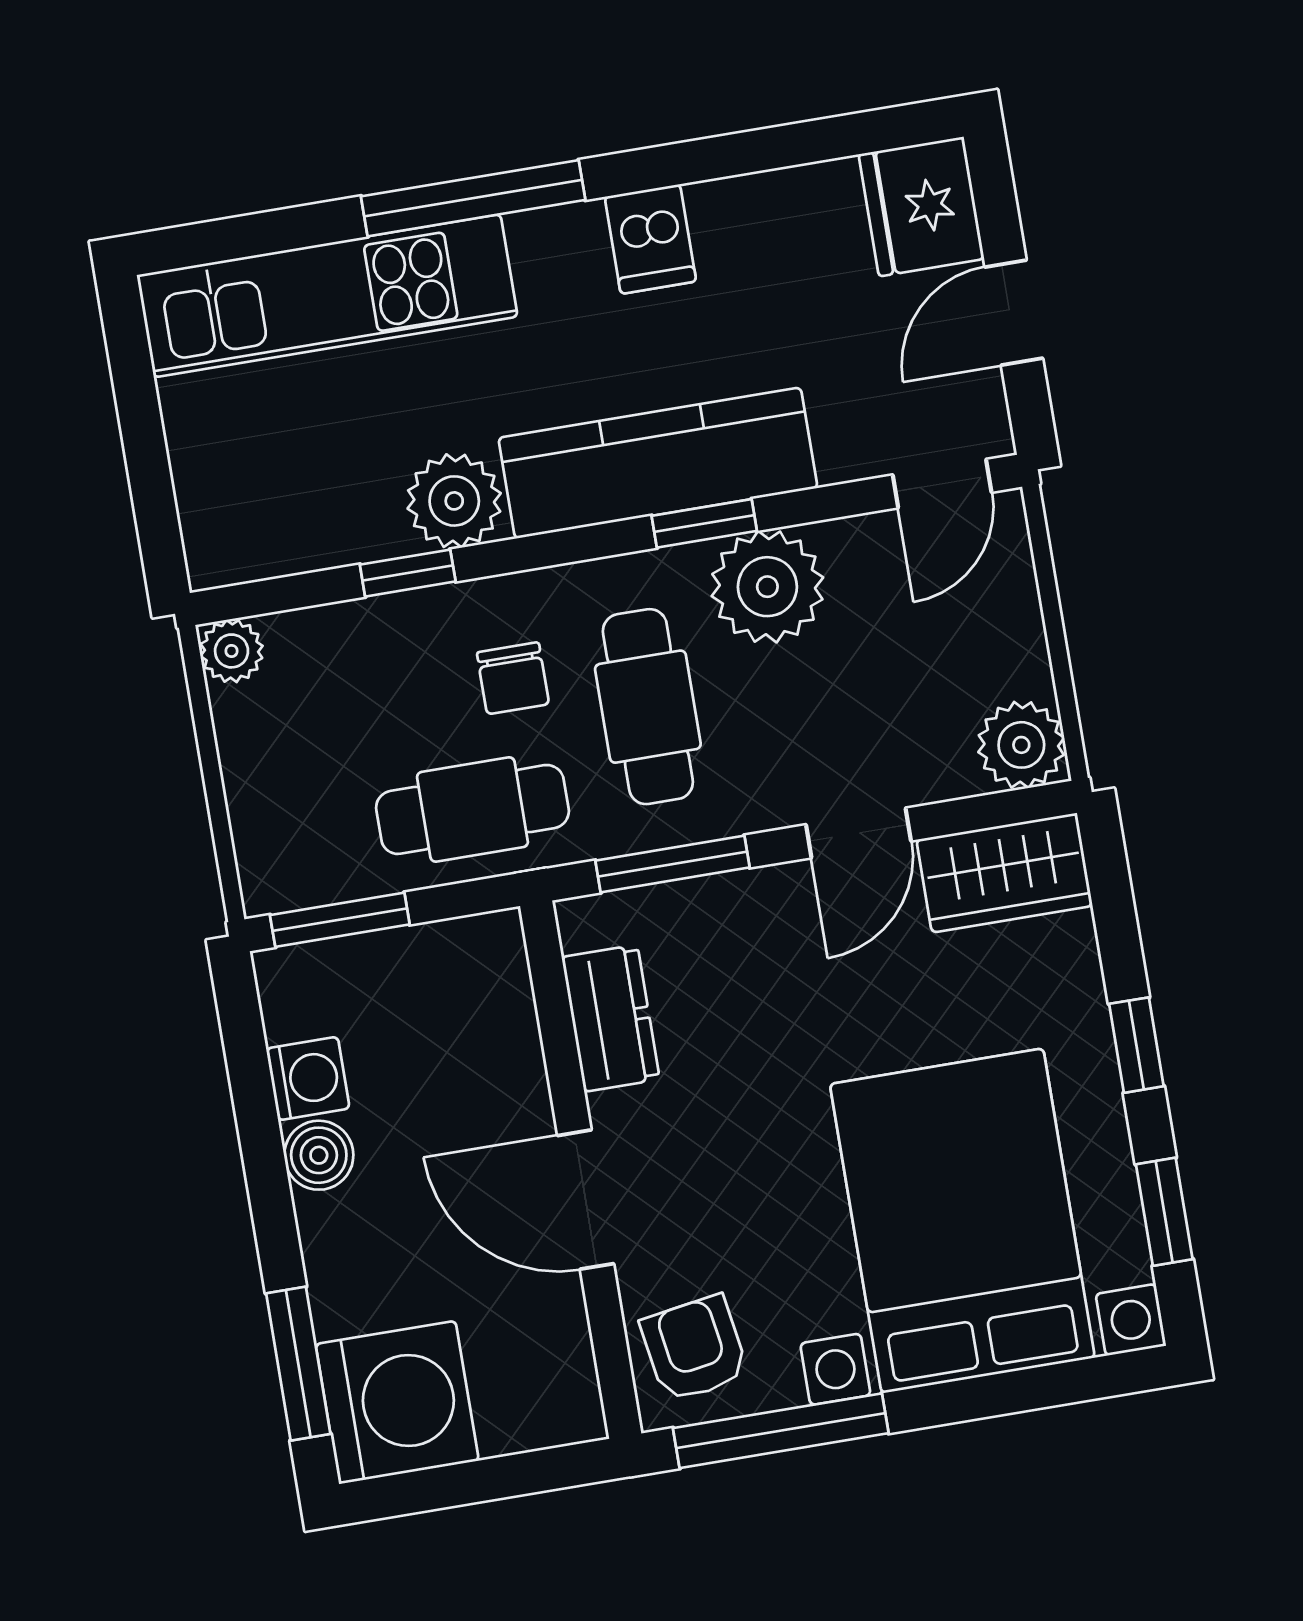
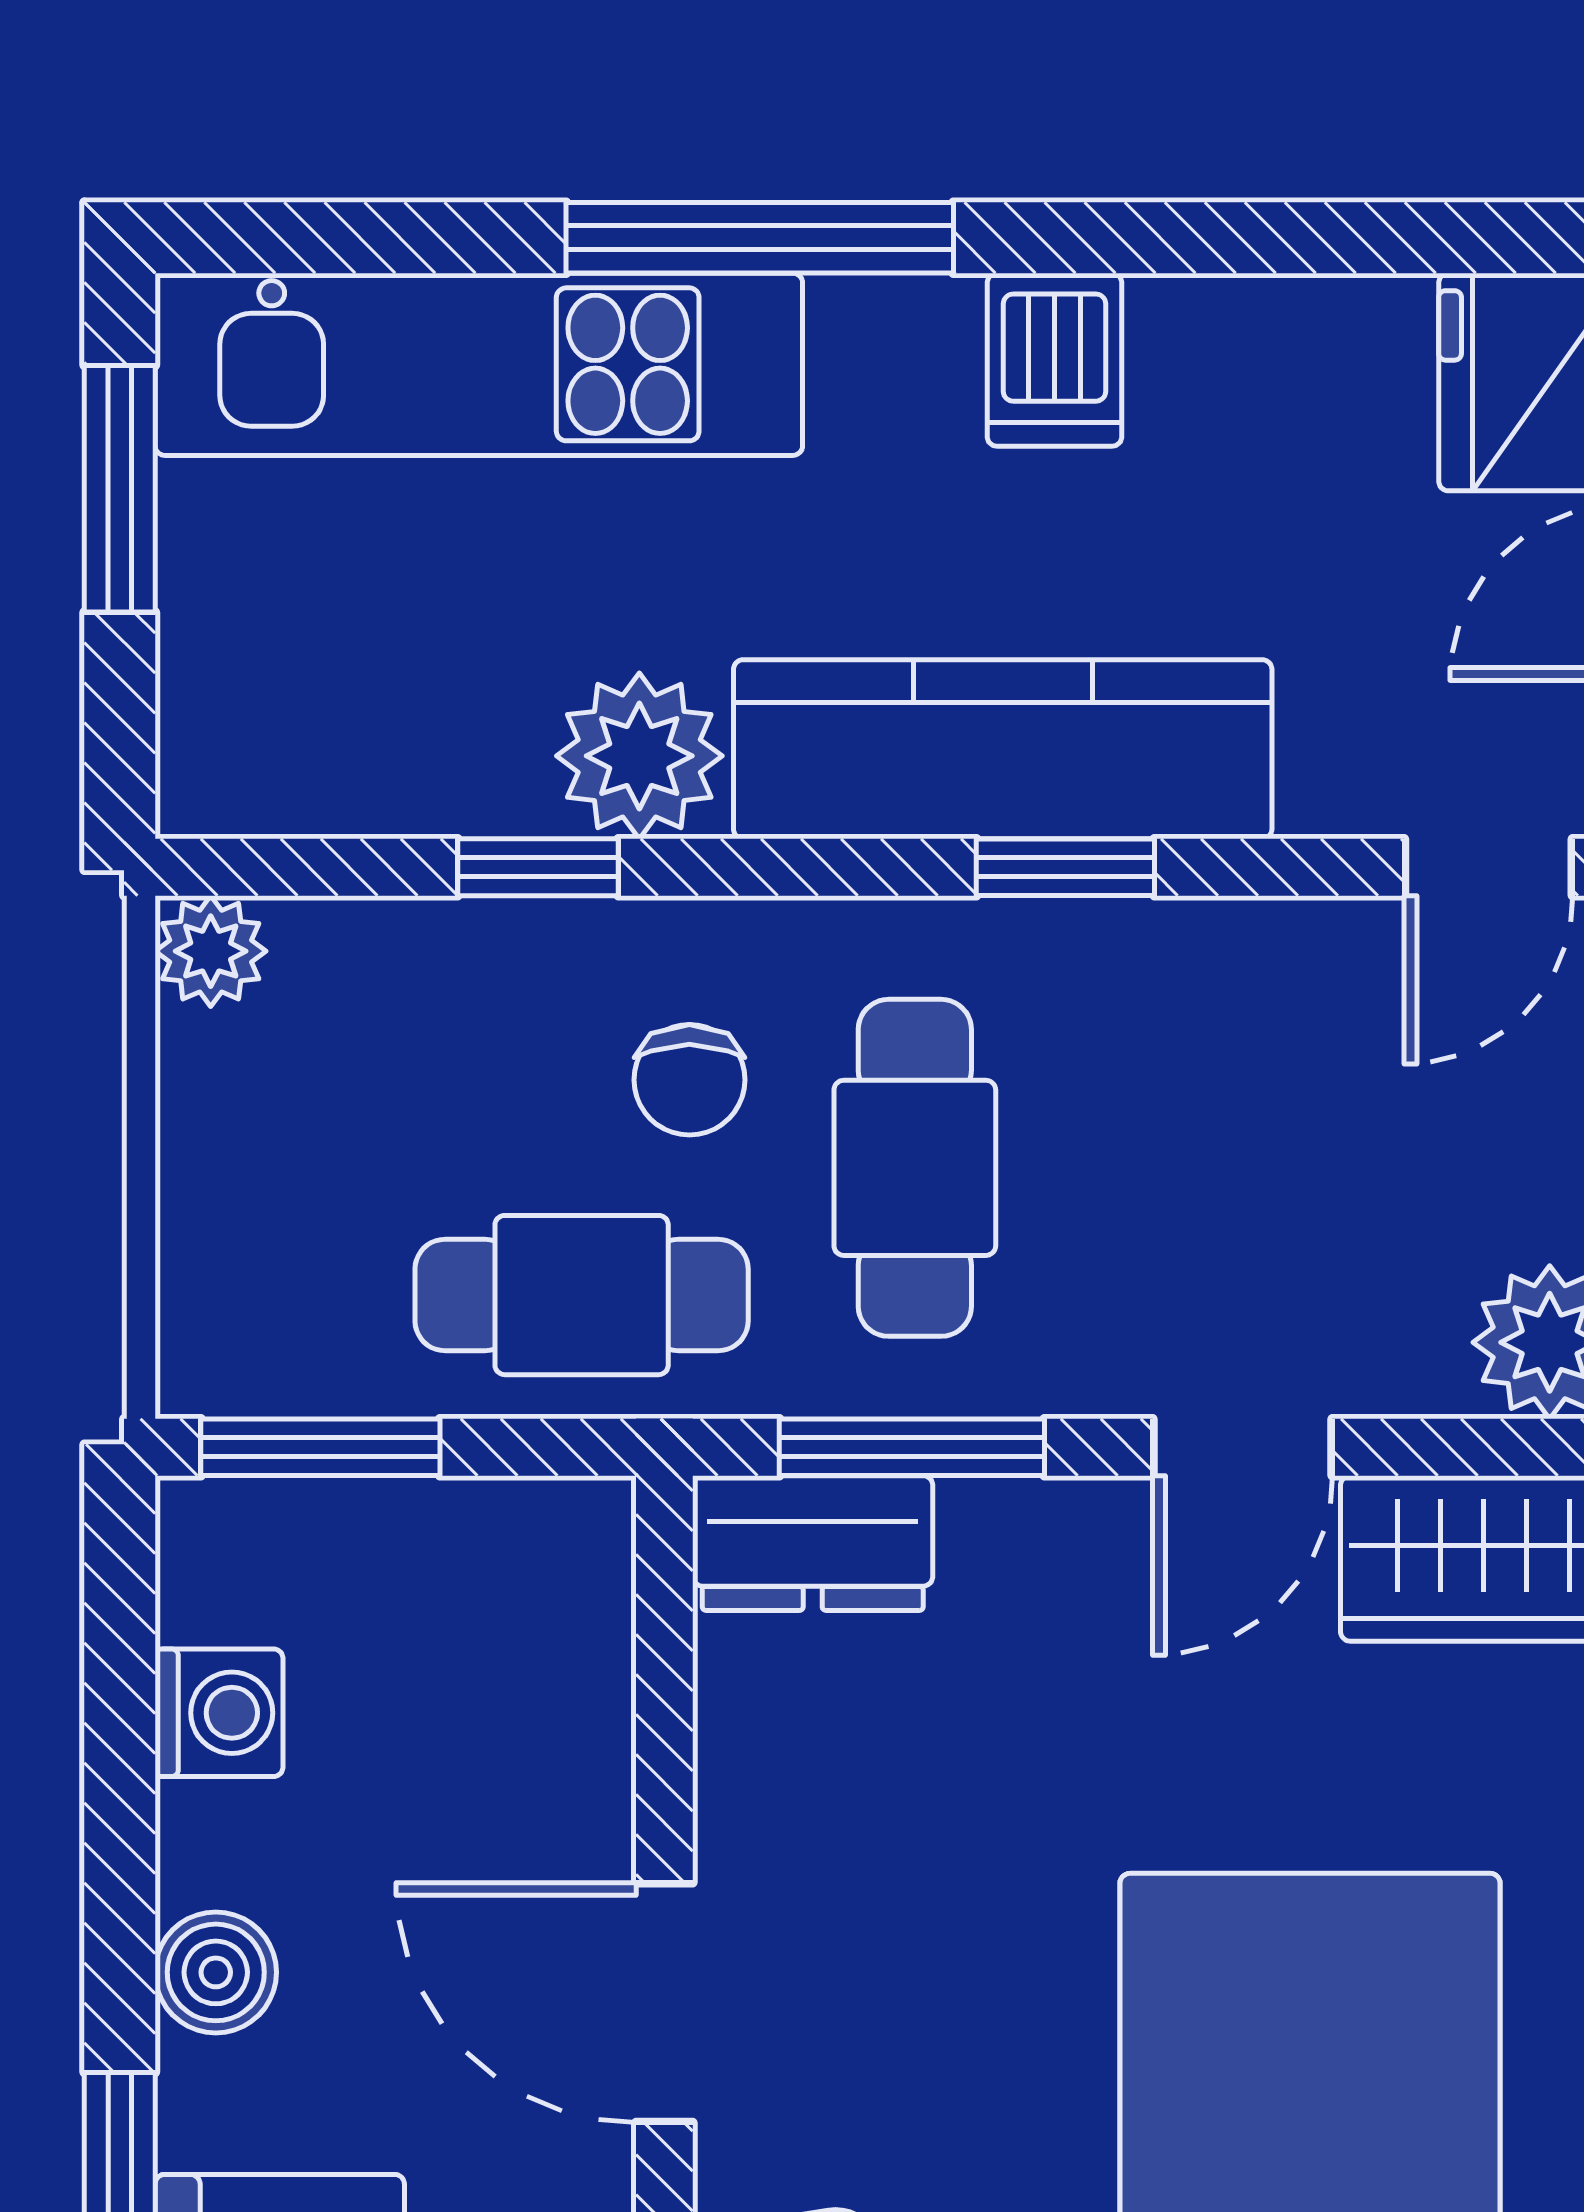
window: (137, 400) -> (120, 489), added
plant: (767, 587) -> (1156, 995), removed
dresser: (611, 1018) -> (813, 1543), moved, turned 90
boiler: (319, 1155) -> (216, 1972), moved

